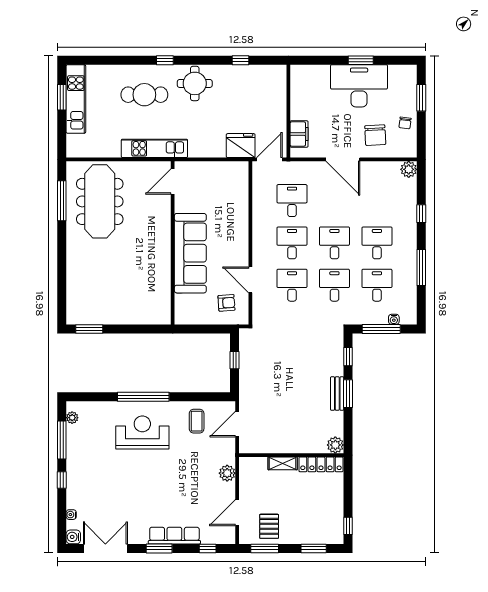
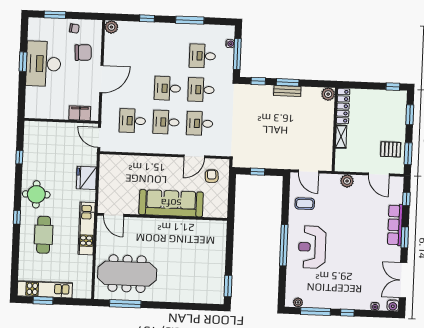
fridge: (241, 146) -> (86, 178), moved
desk: (377, 243) -> (169, 55), removed

